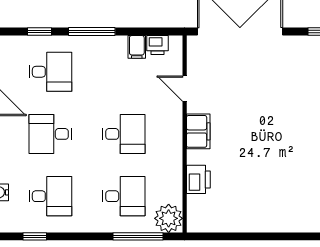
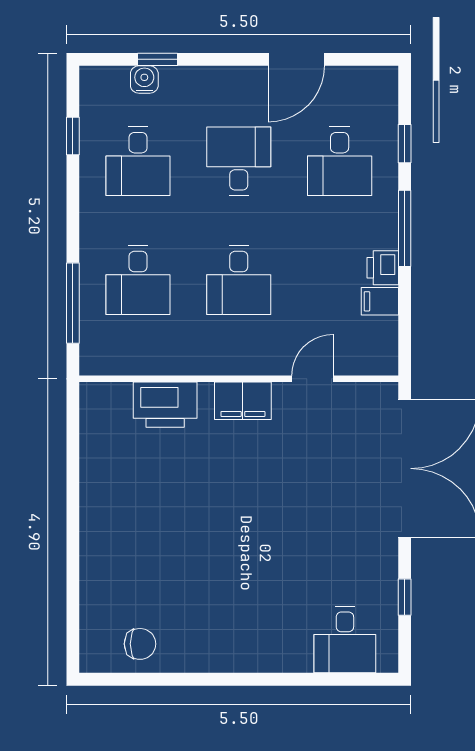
printer: (158, 45) -> (383, 268), moved
printer: (198, 179) -> (165, 405), width x1.37, depth x1.19
plant: (169, 218) -> (102, 353), removed

